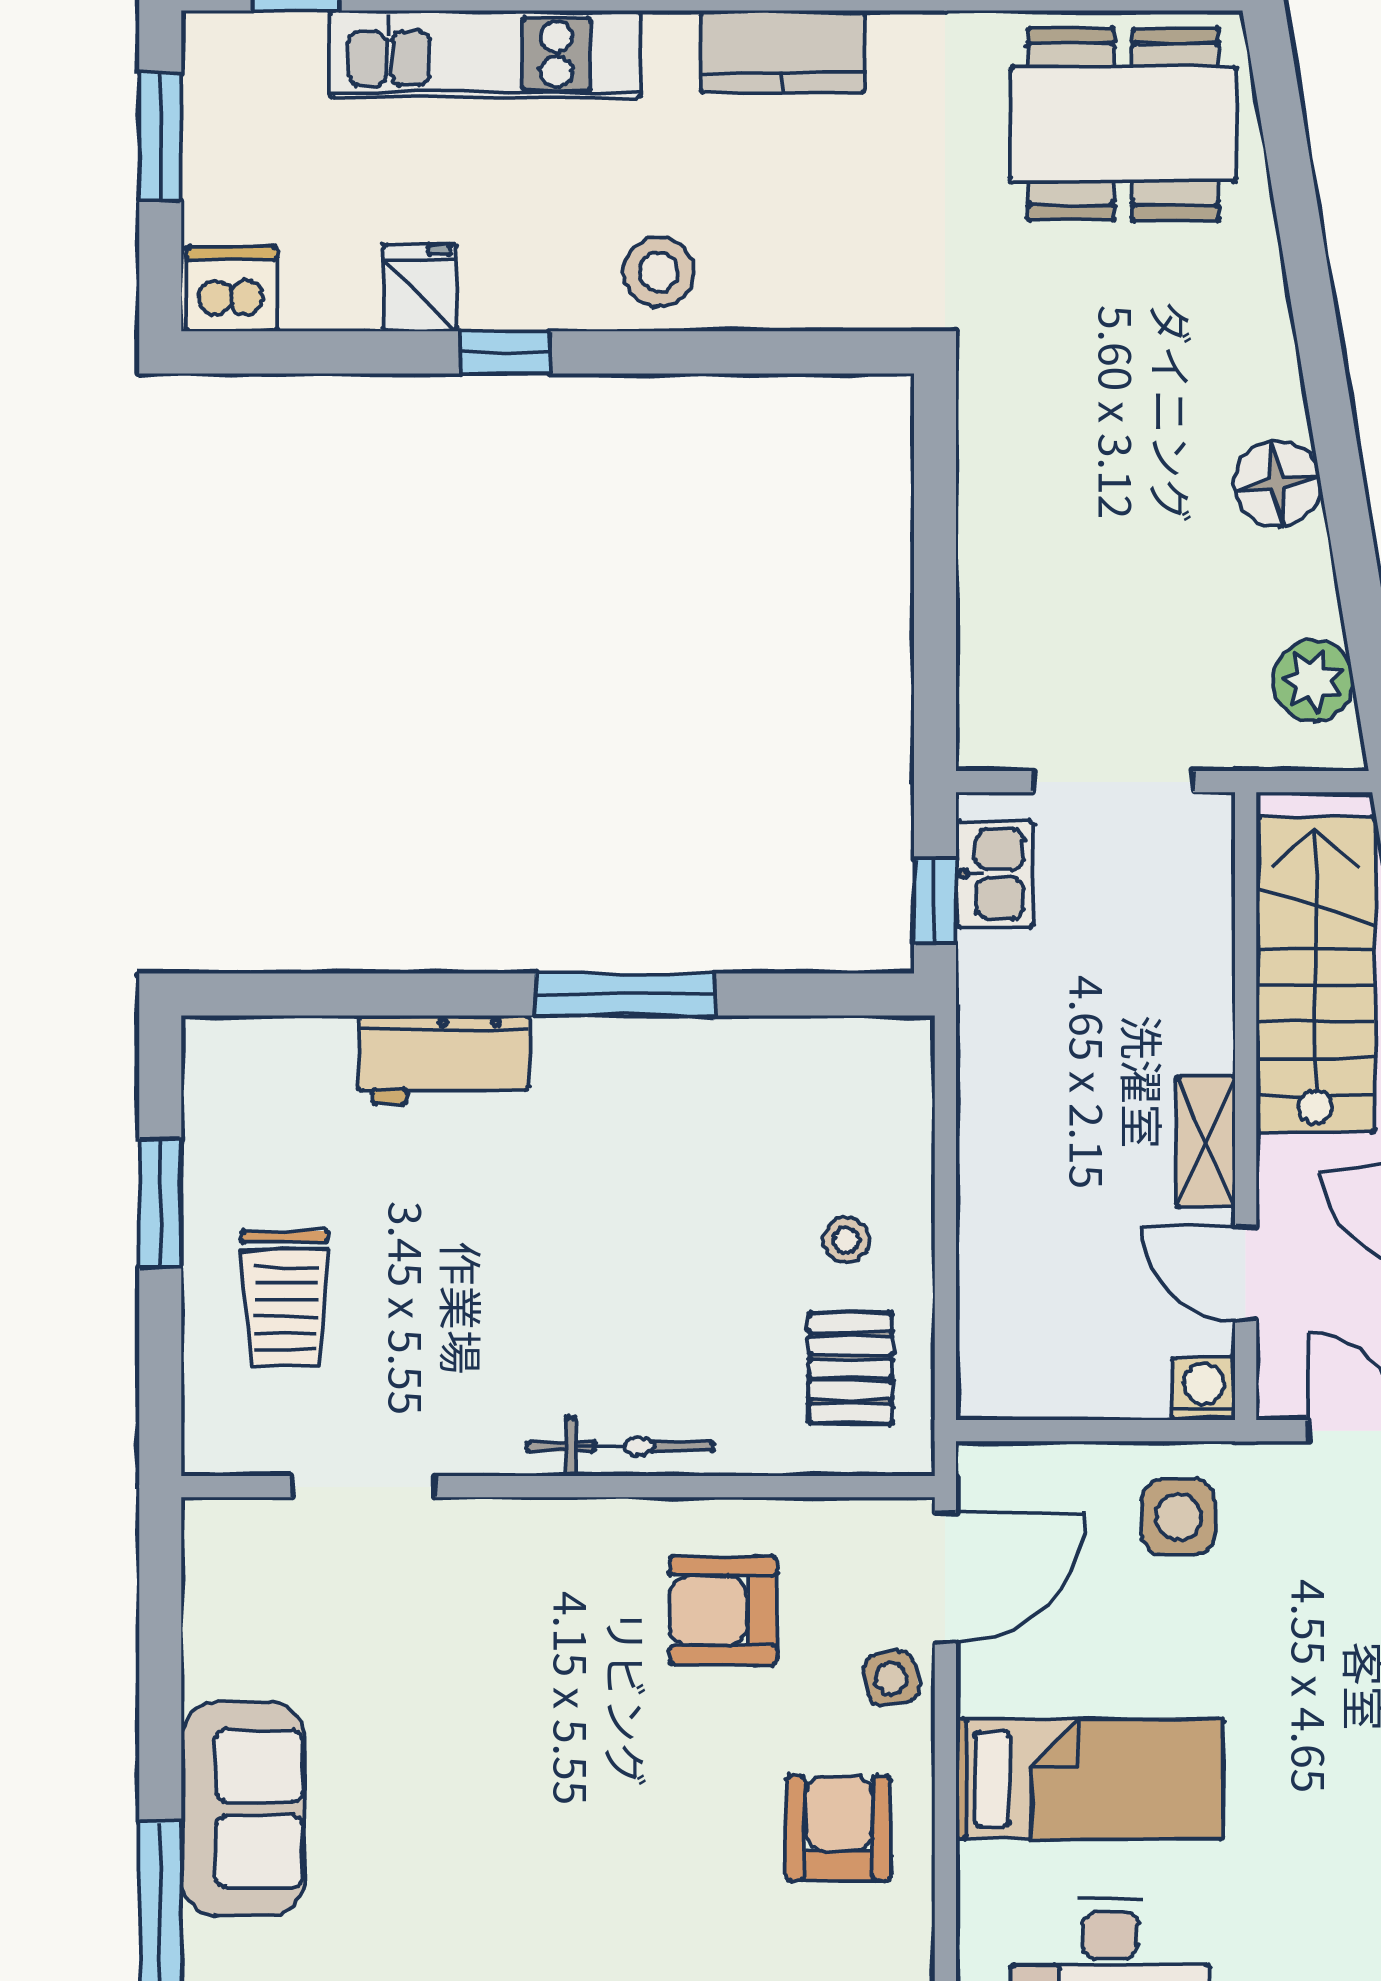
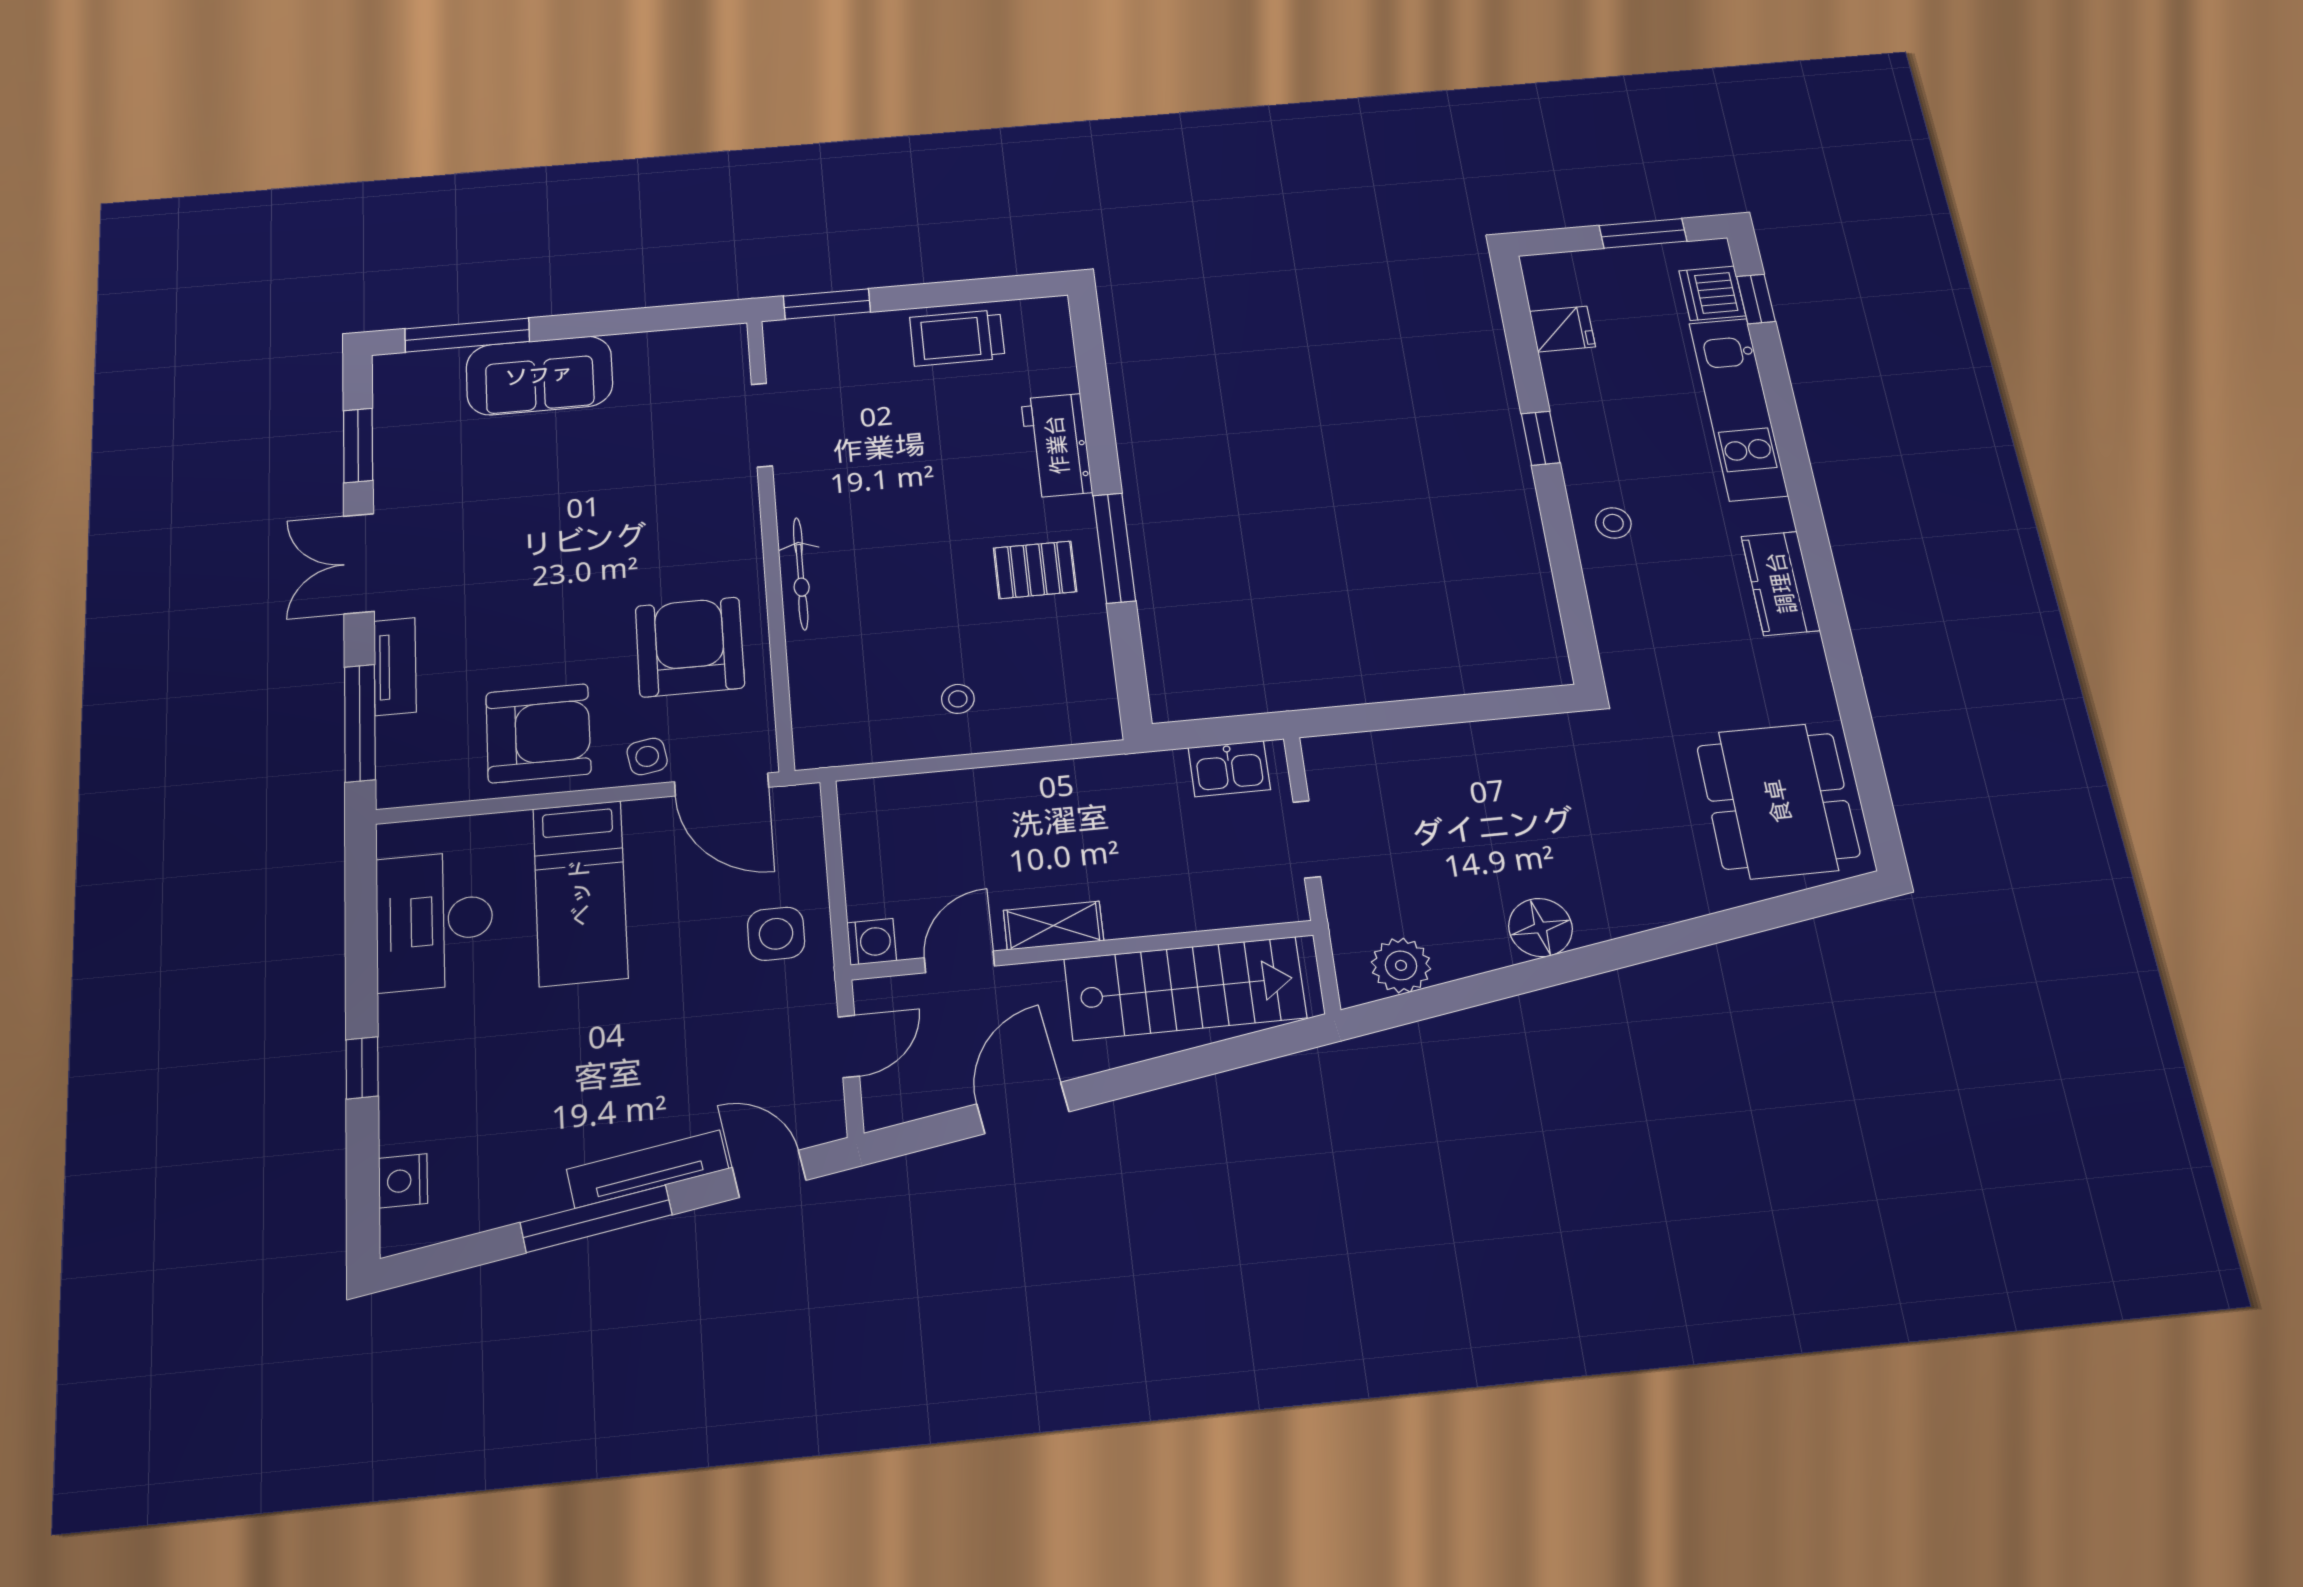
stool: (659, 272) -> (1613, 523), width x0.73, depth x0.73
fridge: (420, 288) -> (1562, 329), moved
dishwasher: (232, 289) -> (1712, 293), moved, turned 180
doorway: (1113, 782) -> (1307, 839), width x0.73
window: (935, 902) -> (1204, 733), removed
window: (160, 1203) -> (827, 304), moved
trolley: (285, 1299) -> (957, 338), moved
pallet: (850, 1368) -> (1035, 570), moved
armchair: (723, 1611) -> (690, 647), width x1.36, depth x1.36
armchair: (839, 1828) -> (538, 733), width x1.36, depth x1.36

